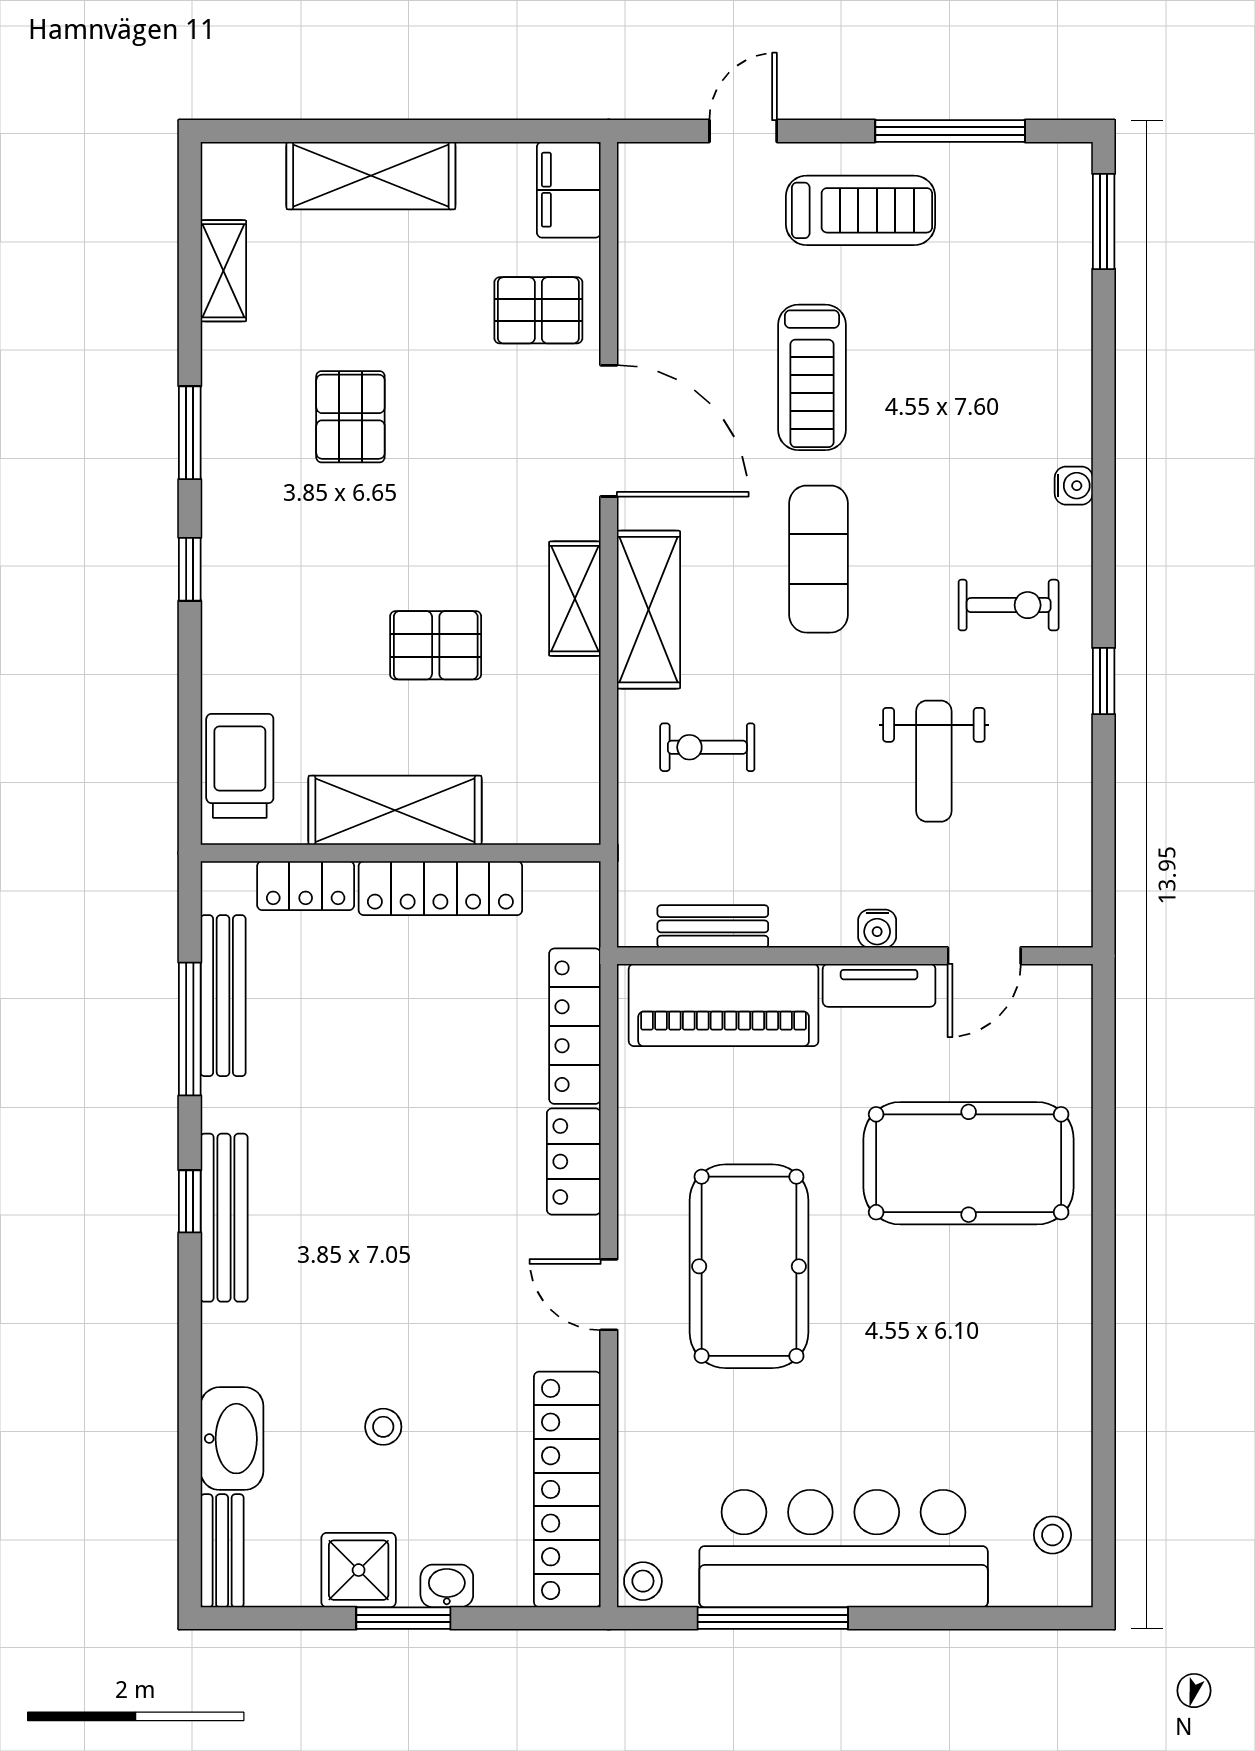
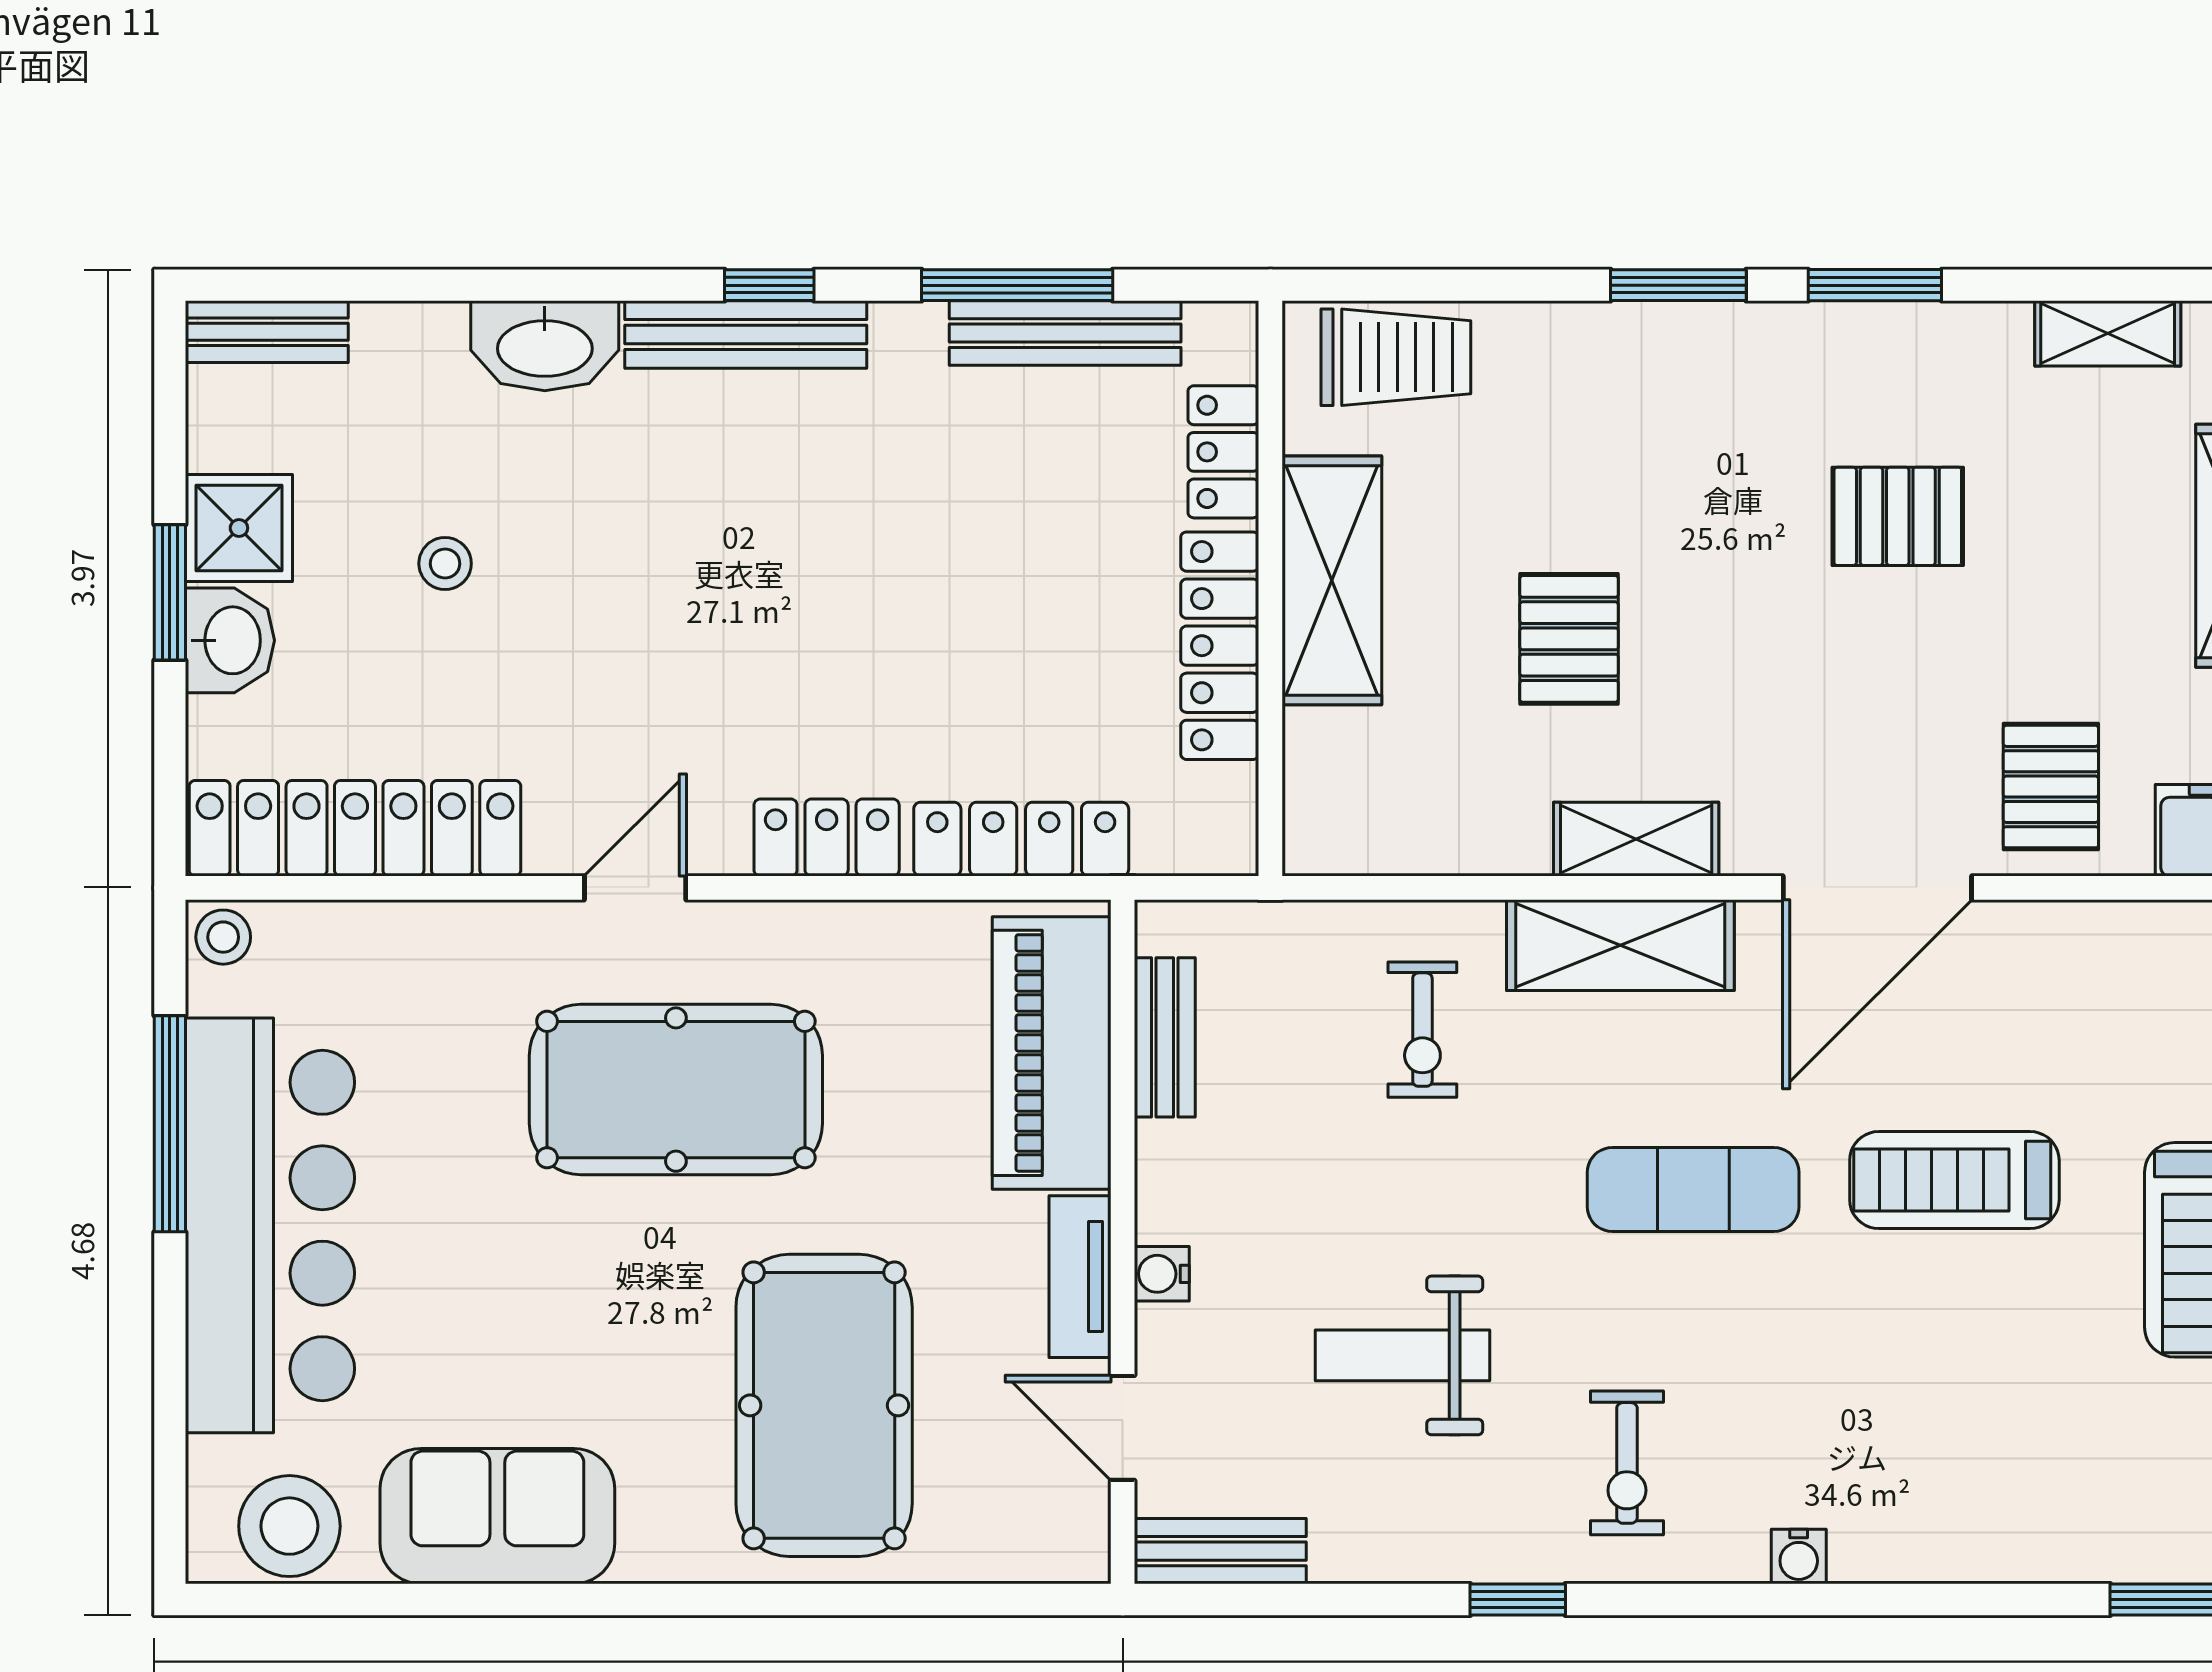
window: (190, 569) -> (1678, 285), width x1.50
exercise bike: (707, 747) -> (1422, 1030), turned 180
bench: (1070, 888) -> (1220, 1551), added
sofa: (1046, 1390) -> (497, 1516), added
washbasin: (232, 1439) -> (545, 346), moved
stool: (1052, 1535) -> (289, 1526), width x1.89, depth x1.89
washbasin: (447, 1586) -> (230, 640), width x1.38, depth x1.45

